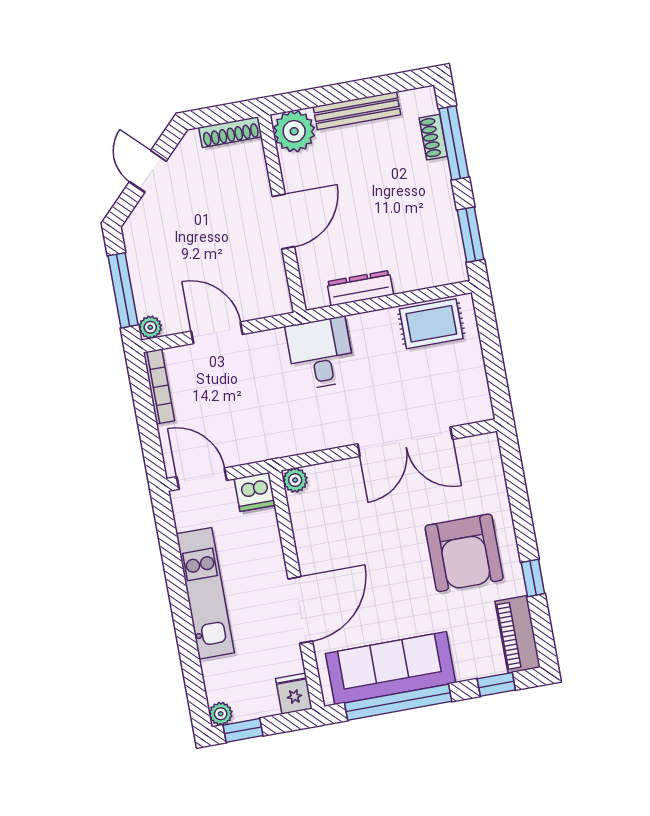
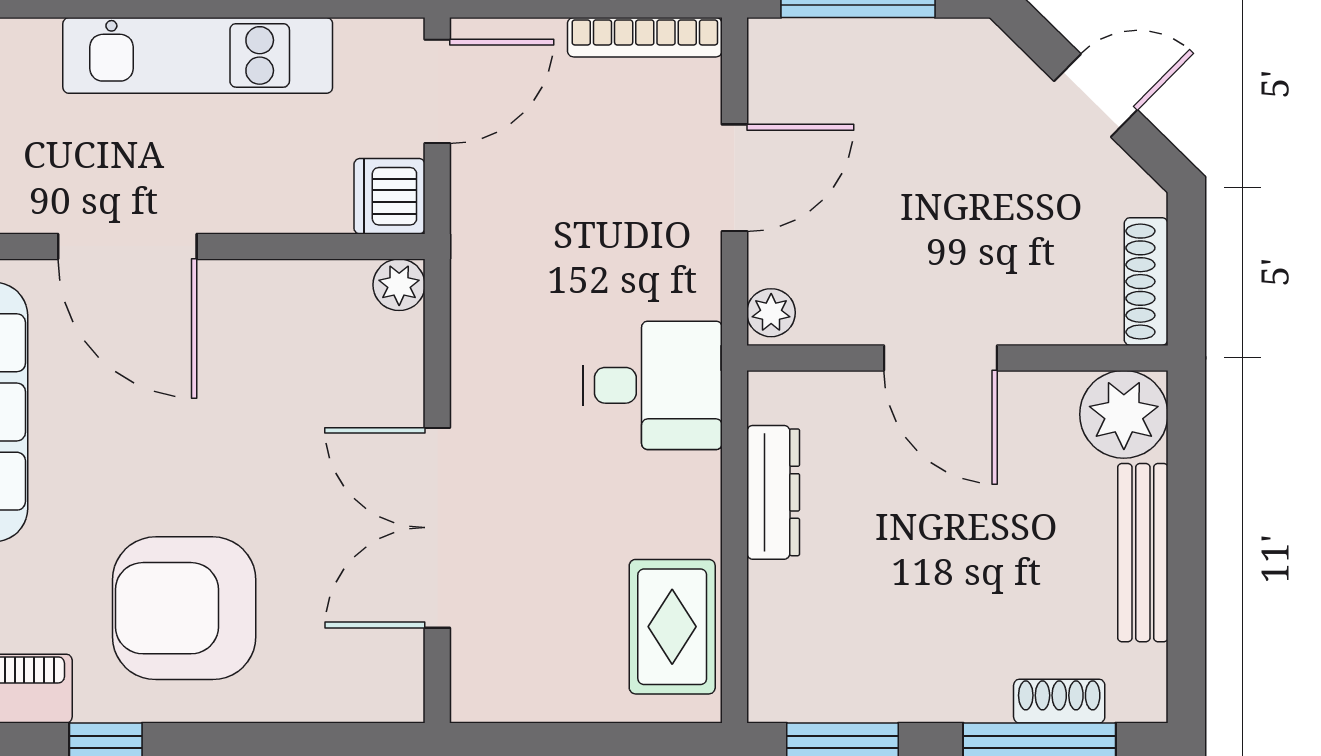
plant: (150, 327) -> (771, 313), moved

